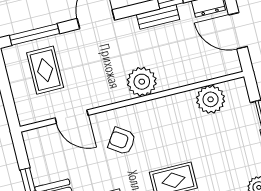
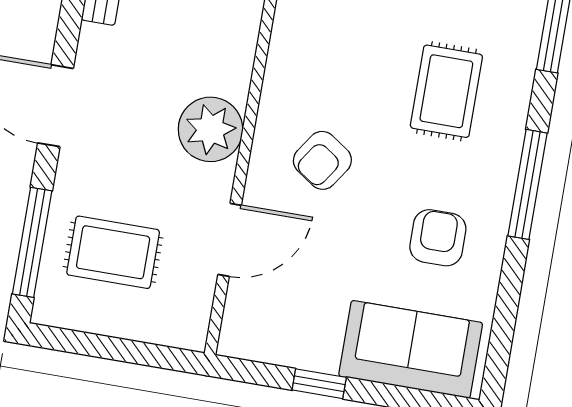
plant: (142, 82) -> (211, 129), moved

